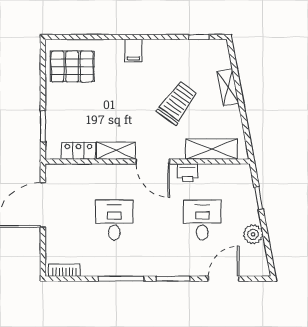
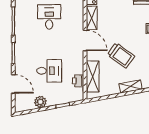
door: (153, 161) -> (85, 41), swing flipped
printer: (187, 173) -> (78, 81), moved
desk: (114, 220) -> (49, 17), turned -90

